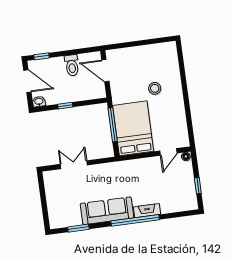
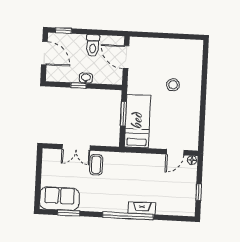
washbasin: (39, 102) -> (86, 78), moved
window: (113, 125) -> (123, 114), width x0.69
bed: (133, 128) -> (137, 121), width x0.67
double door: (74, 165) -> (76, 147), swing flipped
coffee table: (96, 178) -> (96, 165), added
sofa: (107, 211) -> (59, 199), moved, width x0.73

